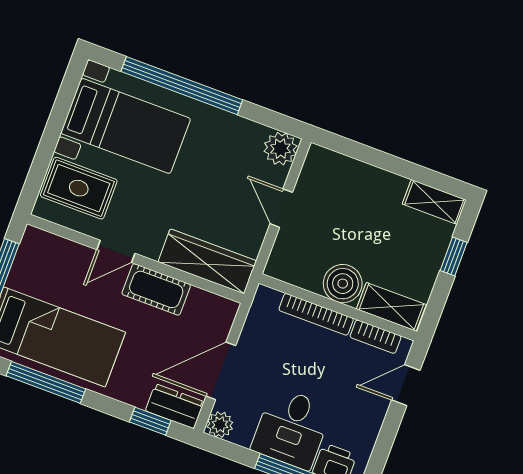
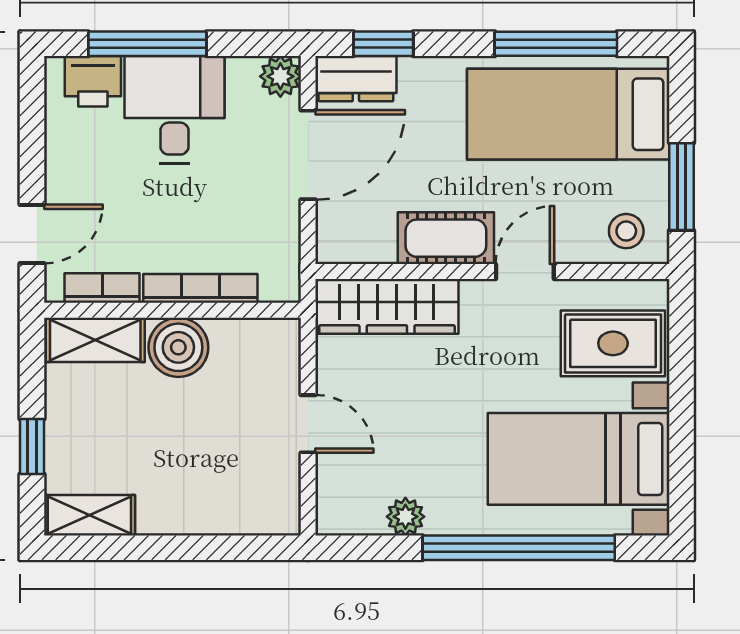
plant: (280, 149) -> (405, 517), moved, width x0.73, depth x0.73
stool: (45, 253) -> (626, 231), added

